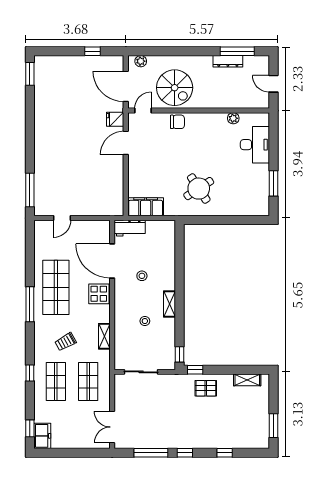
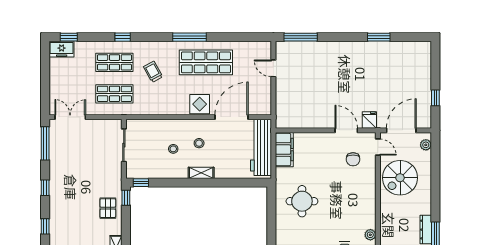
window: (30, 74) -> (379, 37), moved
chair: (177, 122) -> (353, 159), moved
round table: (199, 189) -> (302, 201), turned 33
workbench: (130, 228) -> (261, 147), width x1.88, depth x1.32
stool: (142, 276) -> (199, 143), moved
shelving: (170, 304) -> (201, 173), moved
shelving: (104, 336) -> (158, 110), removed
window: (151, 453) -> (45, 143), moved

